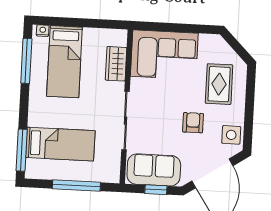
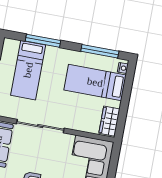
wardrobe: (116, 64) -> (109, 121), moved, turned -90
window: (22, 150) -> (43, 41), moved

